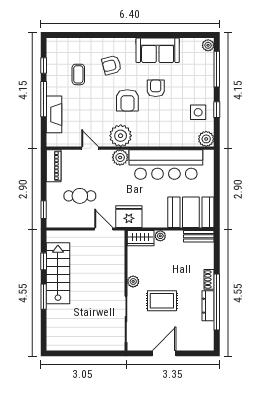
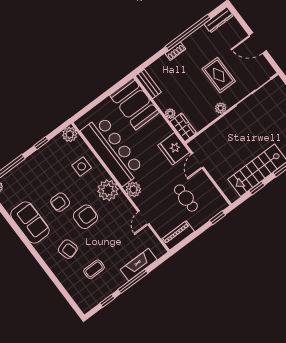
side table: (198, 112) -> (82, 166), moved
plant: (121, 136) -> (108, 190), moved
dresser: (208, 306) -> (219, 20), moved

